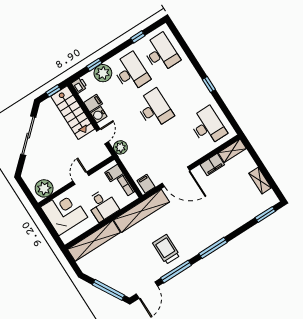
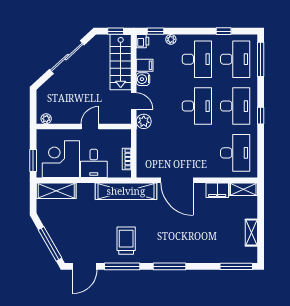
window: (181, 41) -> (261, 59), added
window: (94, 65) -> (155, 31), moved
plant: (103, 73) -> (171, 39), width x0.53, depth x0.53
desk: (184, 90) -> (235, 106), added
door: (102, 136) -> (134, 101), hinge flipped
filing cabinet: (114, 173) -> (123, 141), removed
filing cabinet: (146, 184) -> (146, 169), removed
plant: (44, 188) -> (46, 119), width x0.53, depth x0.53
corner desk: (64, 212) -> (61, 159), moved, turned -90
window: (265, 214) -> (236, 266), width x1.44
window: (54, 233) -> (33, 160), added
shelving: (94, 241) -> (56, 191), width x0.68

